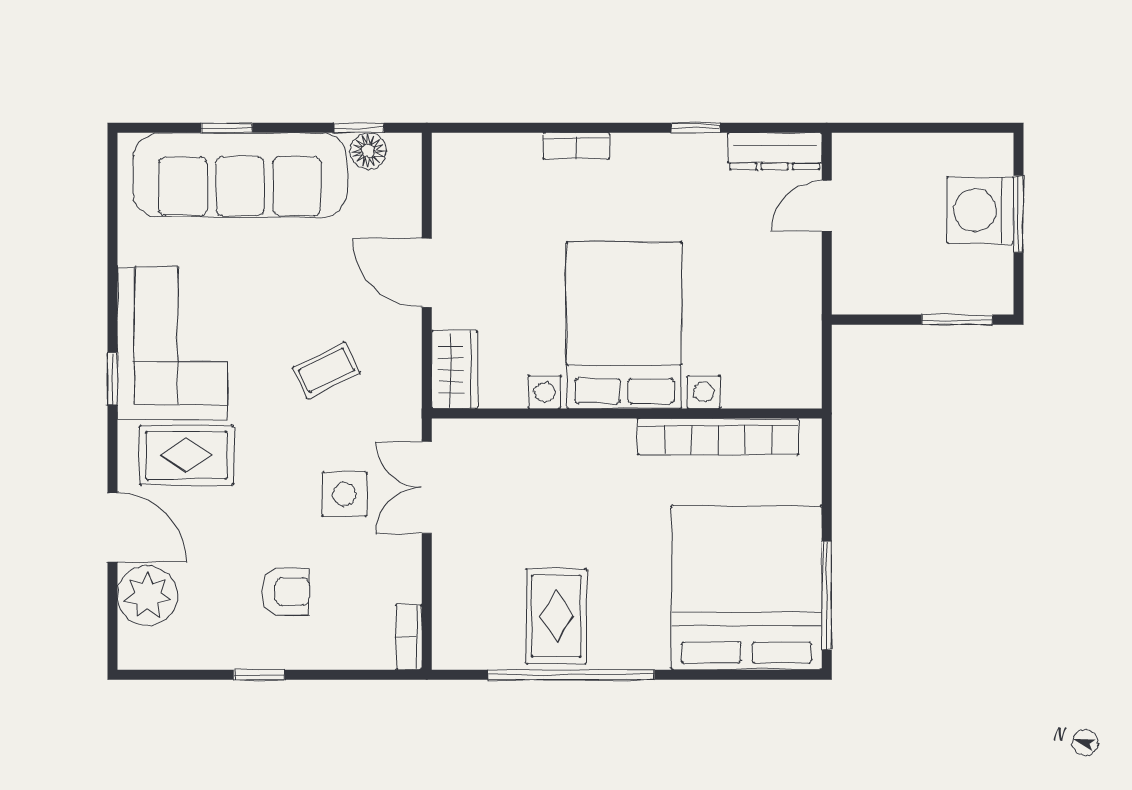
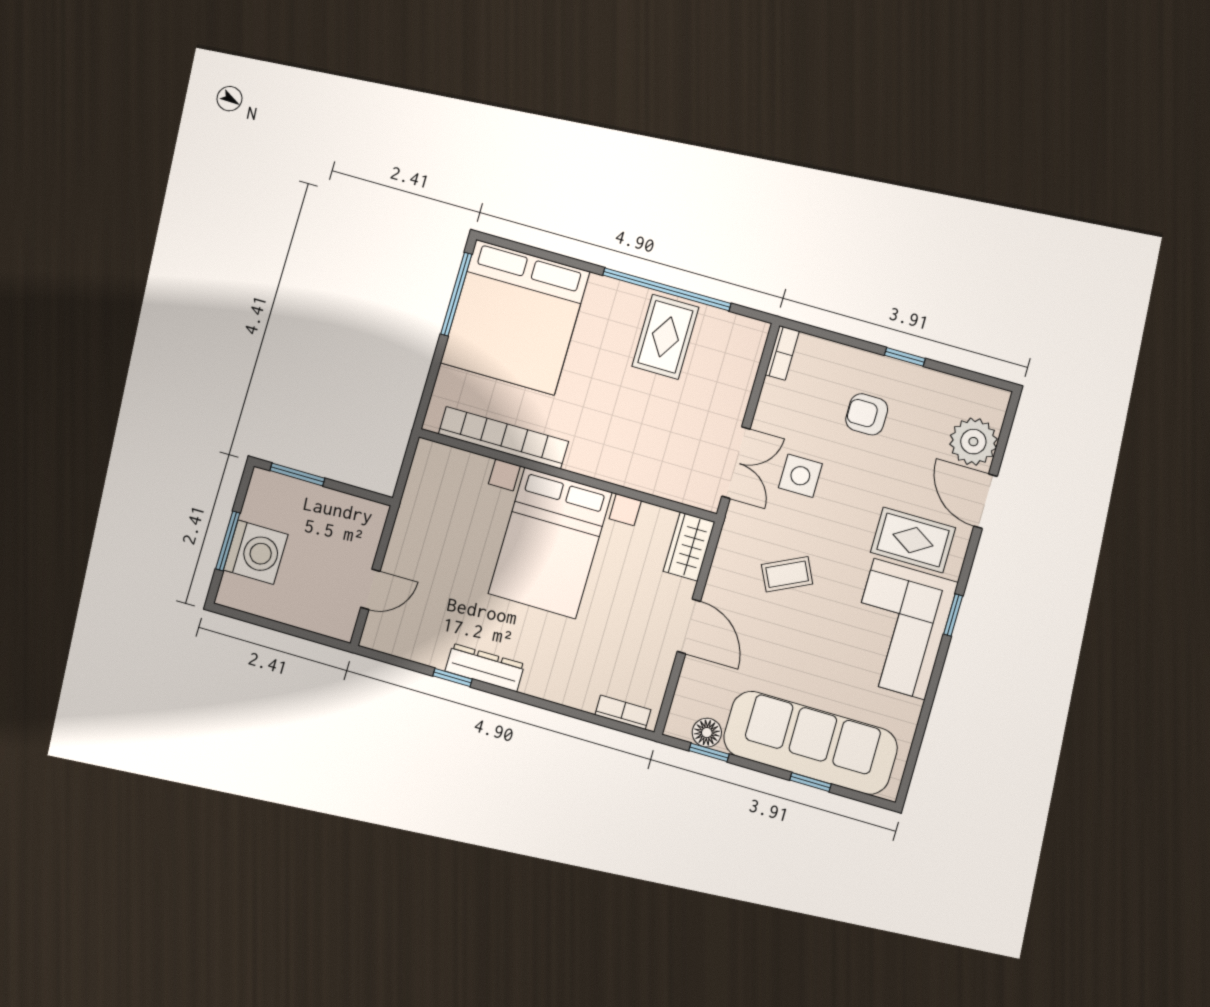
bookcase: (576, 146) -> (623, 712), moved
dresser: (775, 151) -> (485, 668), moved

